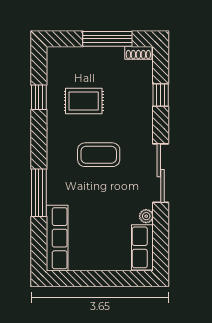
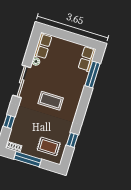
rug: (84, 101) -> (49, 146), moved
window: (39, 193) -> (93, 74), moved
row of seats: (57, 238) -> (87, 59), width x0.68

